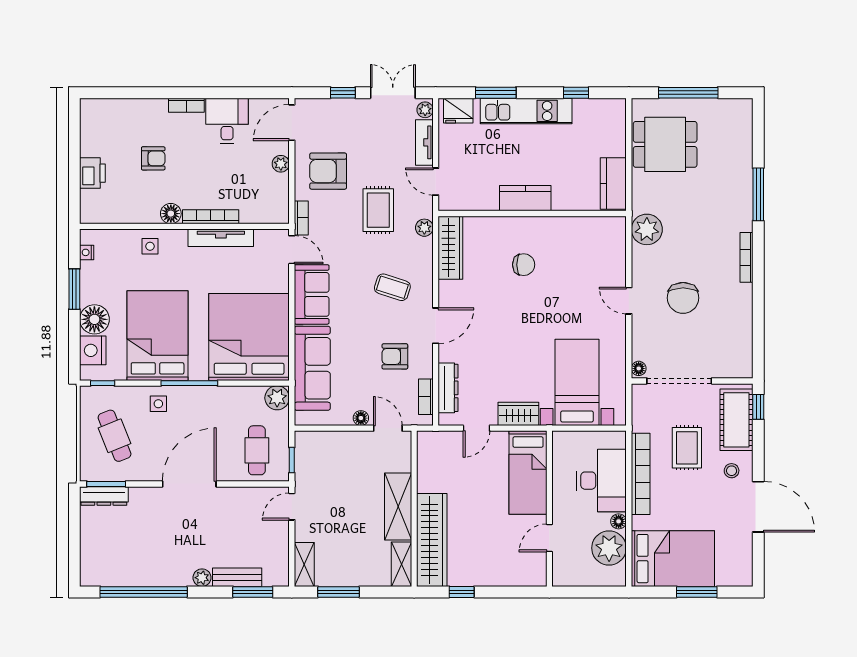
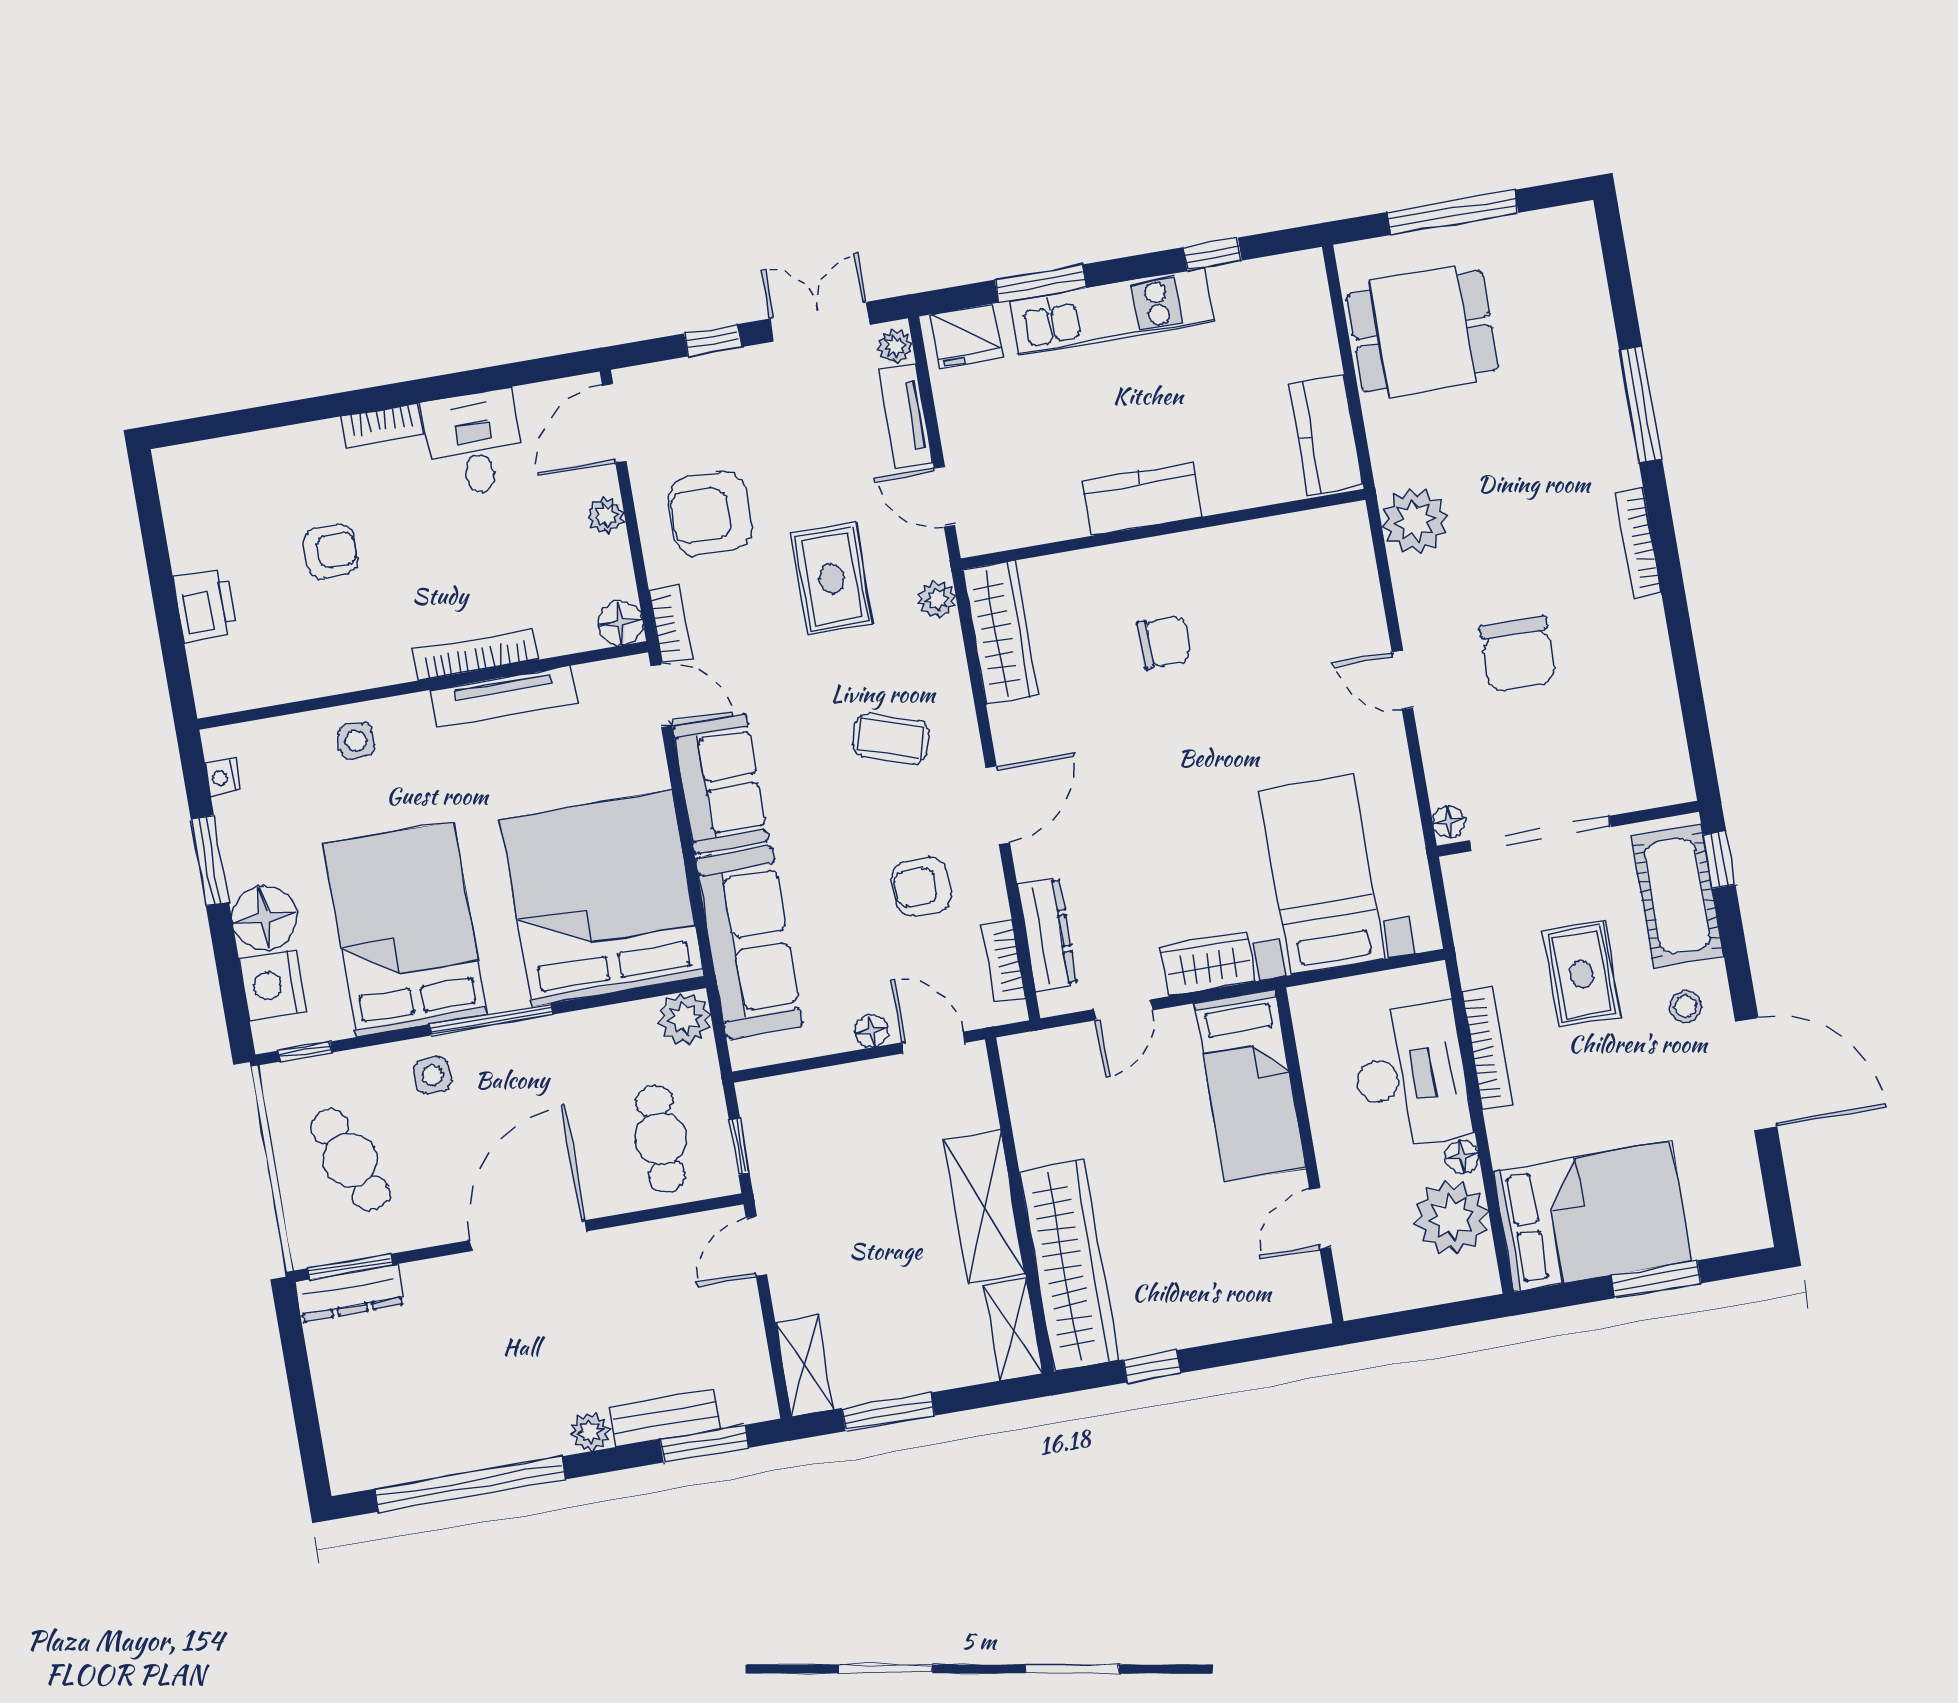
floor lamp: (171, 214) -> (620, 623), moved
bookcase: (641, 474) -> (1487, 1048), width x0.68, depth x0.76

